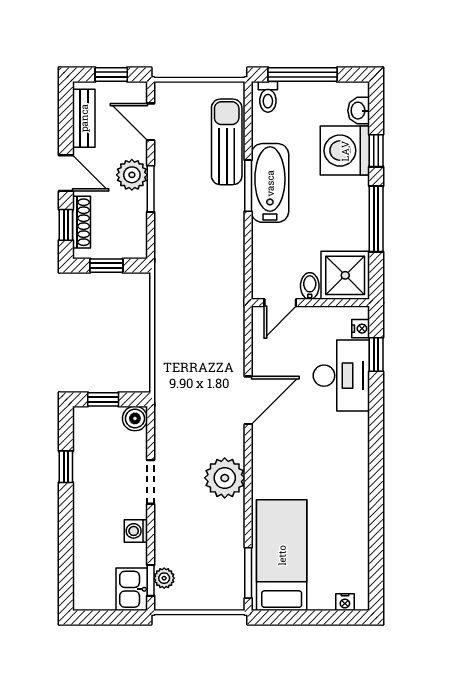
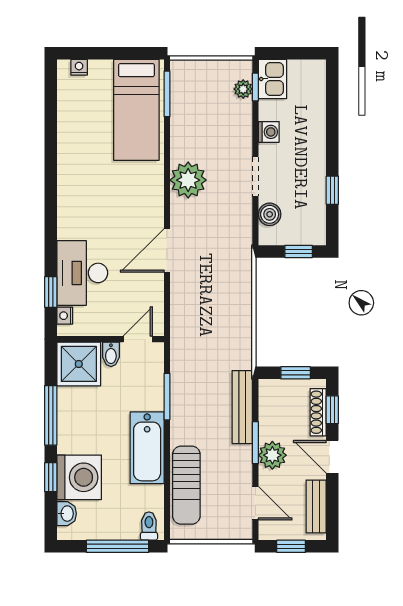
window: (248, 186) -> (167, 397), moved
bench: (165, 228) -> (242, 407), added
boiler: (135, 418) -> (270, 214), moved

